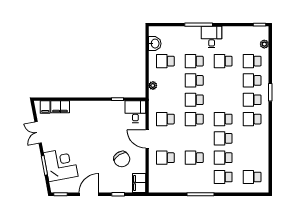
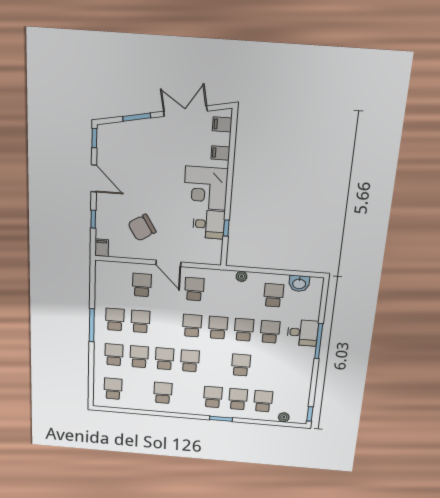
desk: (212, 37) -> (303, 333), moved
school desk: (223, 61) -> (241, 365), moved
filing cabinet: (60, 107) -> (220, 153), width x0.50
desk: (135, 112) -> (209, 224), moved
school desk: (252, 119) -> (163, 393), moved
double door: (38, 132) -> (185, 111), width x1.37
door: (147, 139) -> (168, 263), swing flipped
corner desk: (61, 164) -> (206, 188), moved, turned 101
school desk: (194, 177) -> (115, 319), added
filing cabinet: (139, 183) -> (102, 248), width x0.50

